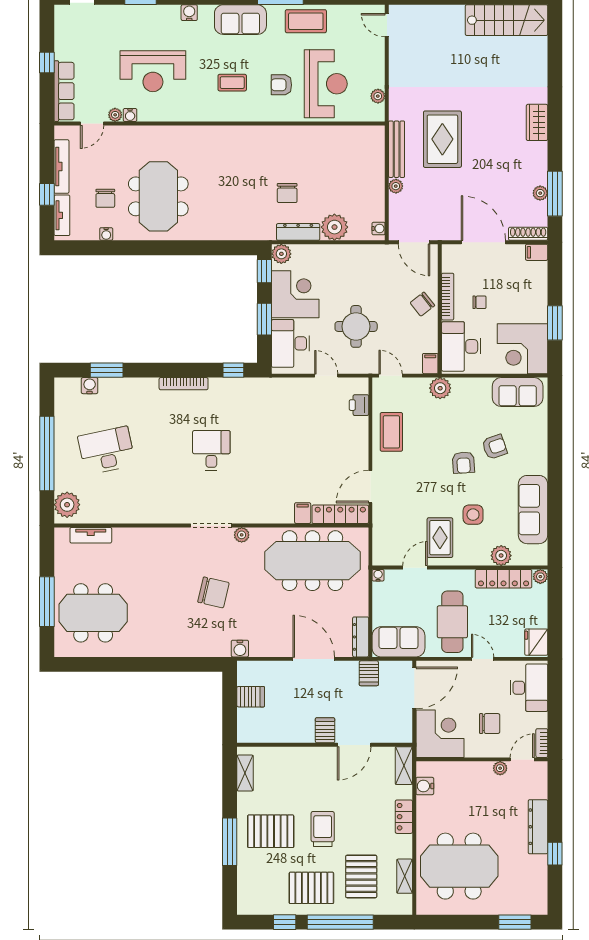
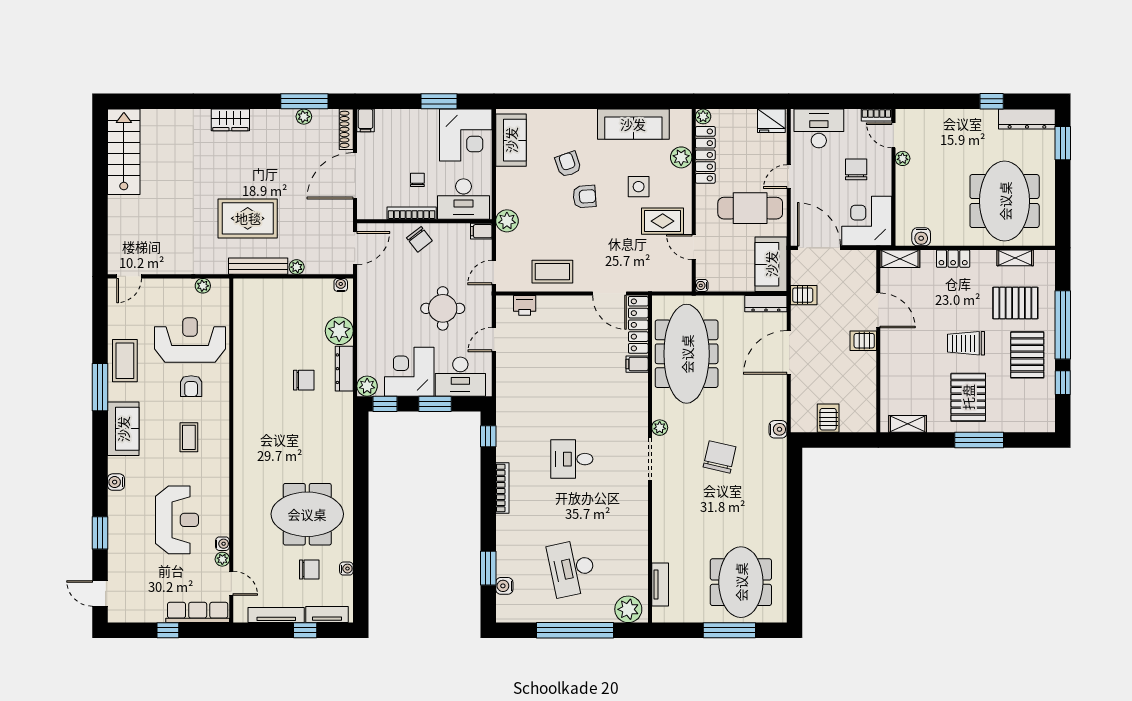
dresser: (538, 827) -> (1027, 119), moved

